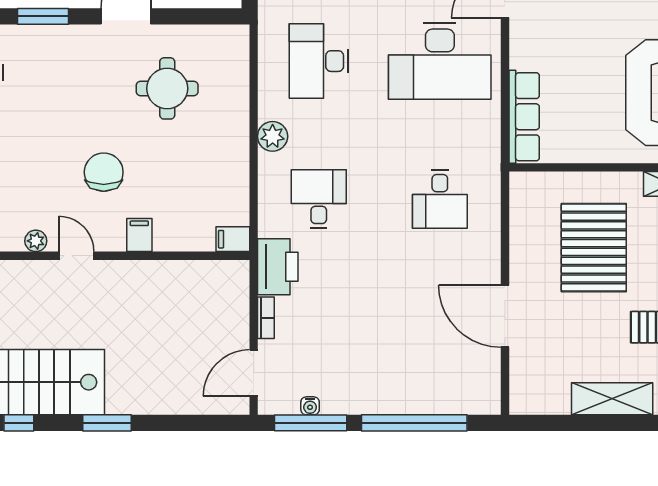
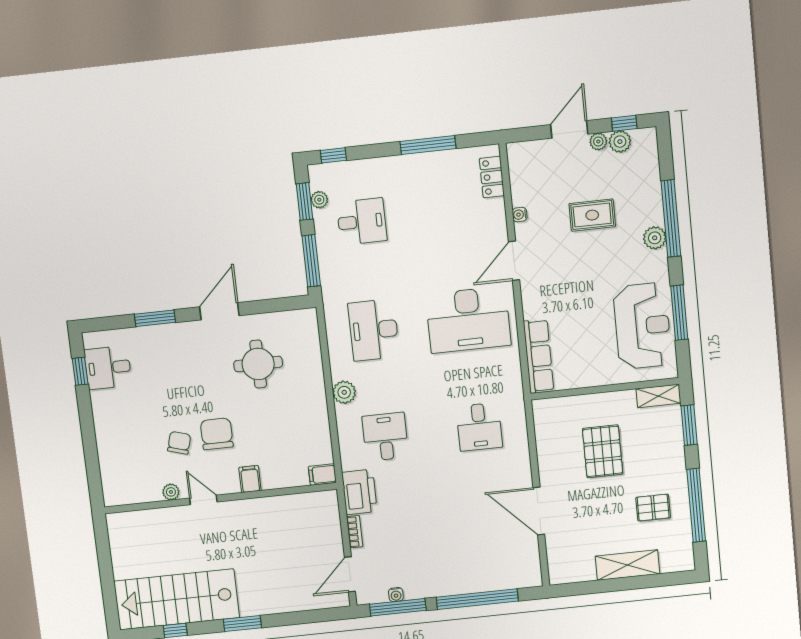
chair: (54, 178) -> (179, 443), added
pallet: (594, 248) -> (603, 451), width x0.73, depth x0.71

